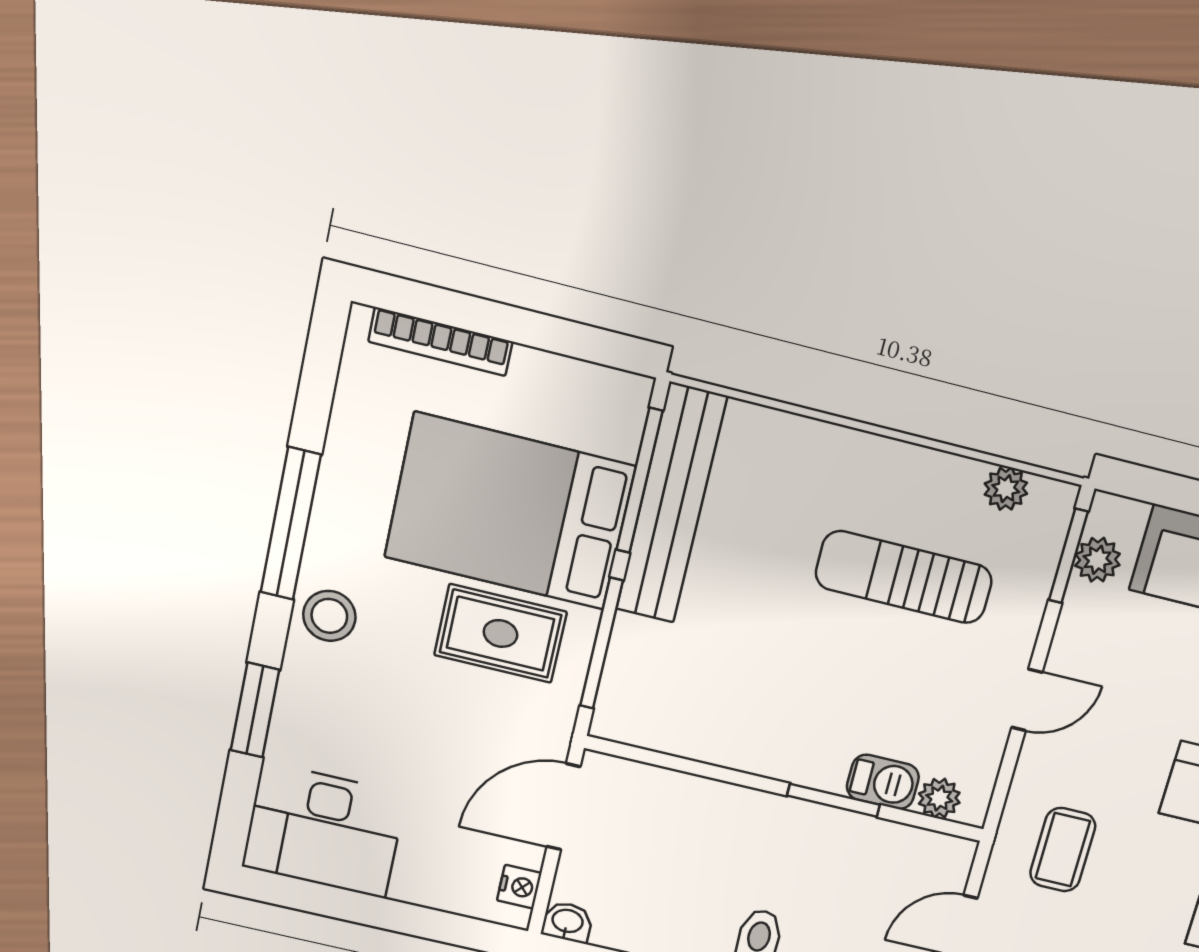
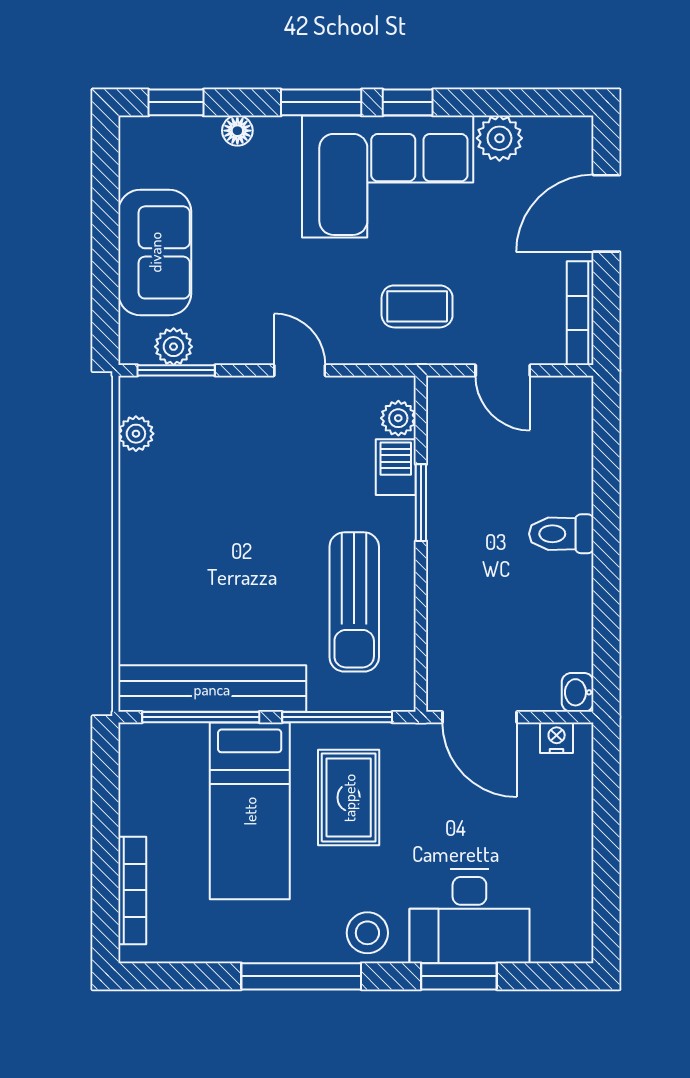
bed: (510, 512) -> (250, 811), width x0.67
sun lounger: (904, 577) -> (354, 602), moved
desk: (324, 830) -> (469, 916), moved, turned 90

